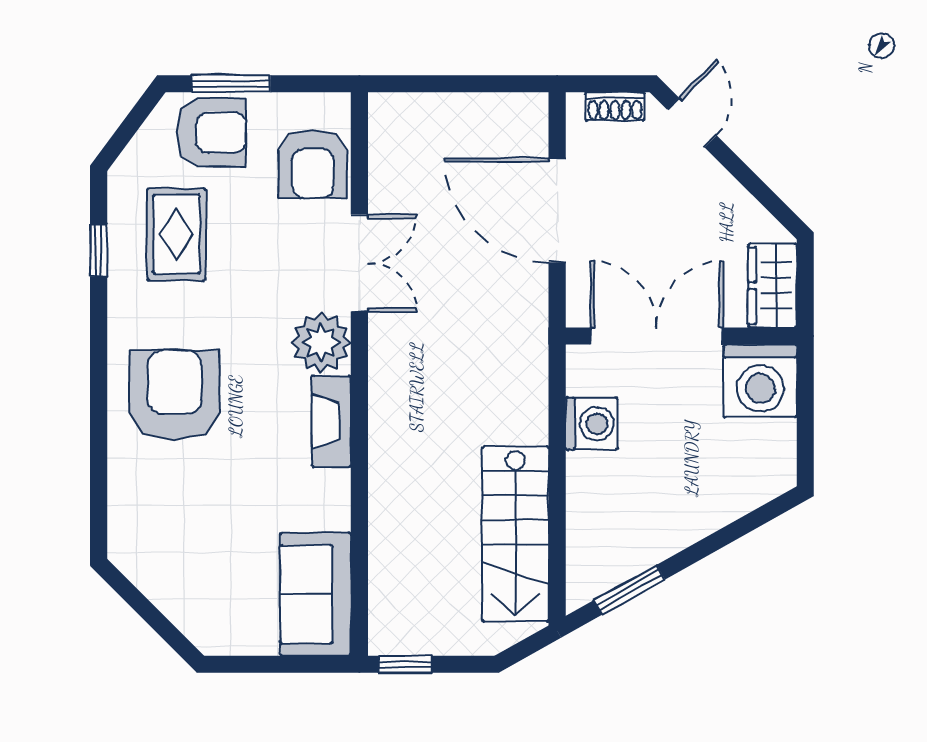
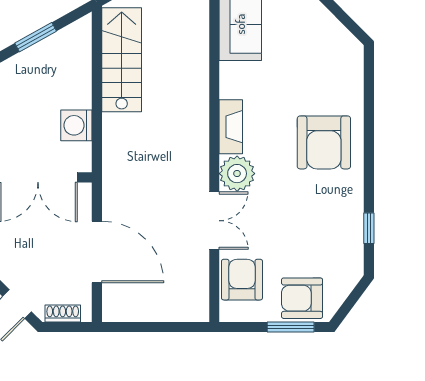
rug: (176, 234) -> (323, 238), removed
double door: (359, 263) -> (214, 221), swing flipped
window: (629, 590) -> (36, 37), moved

